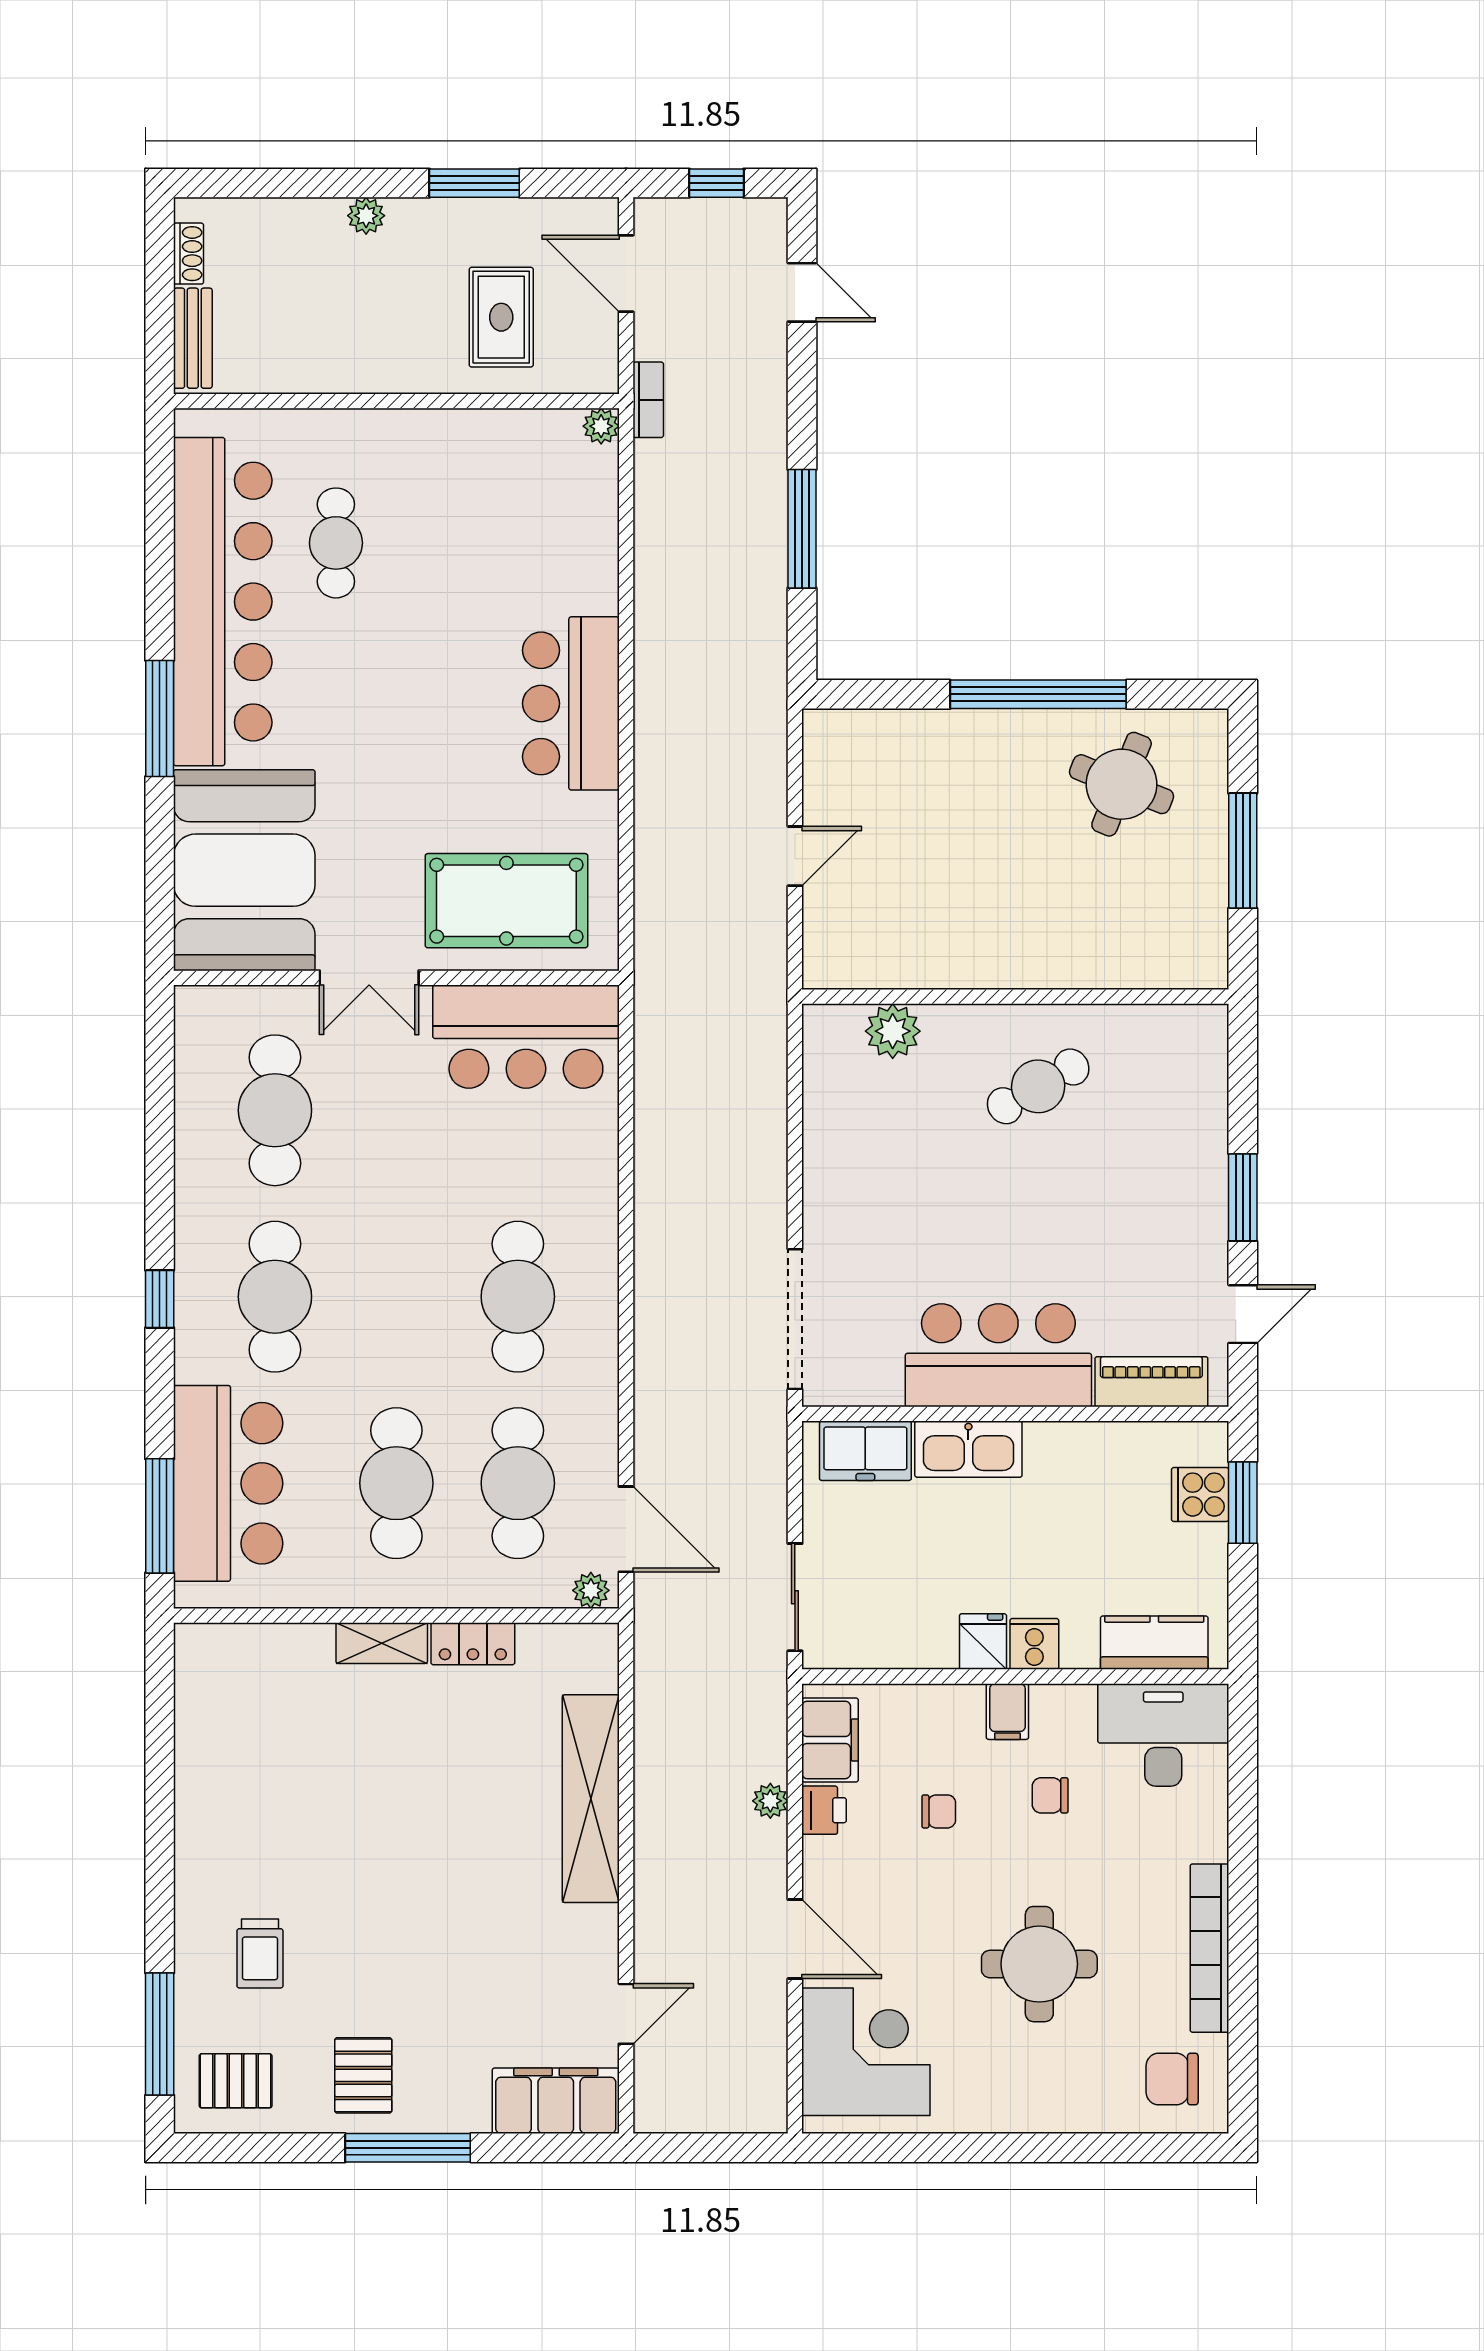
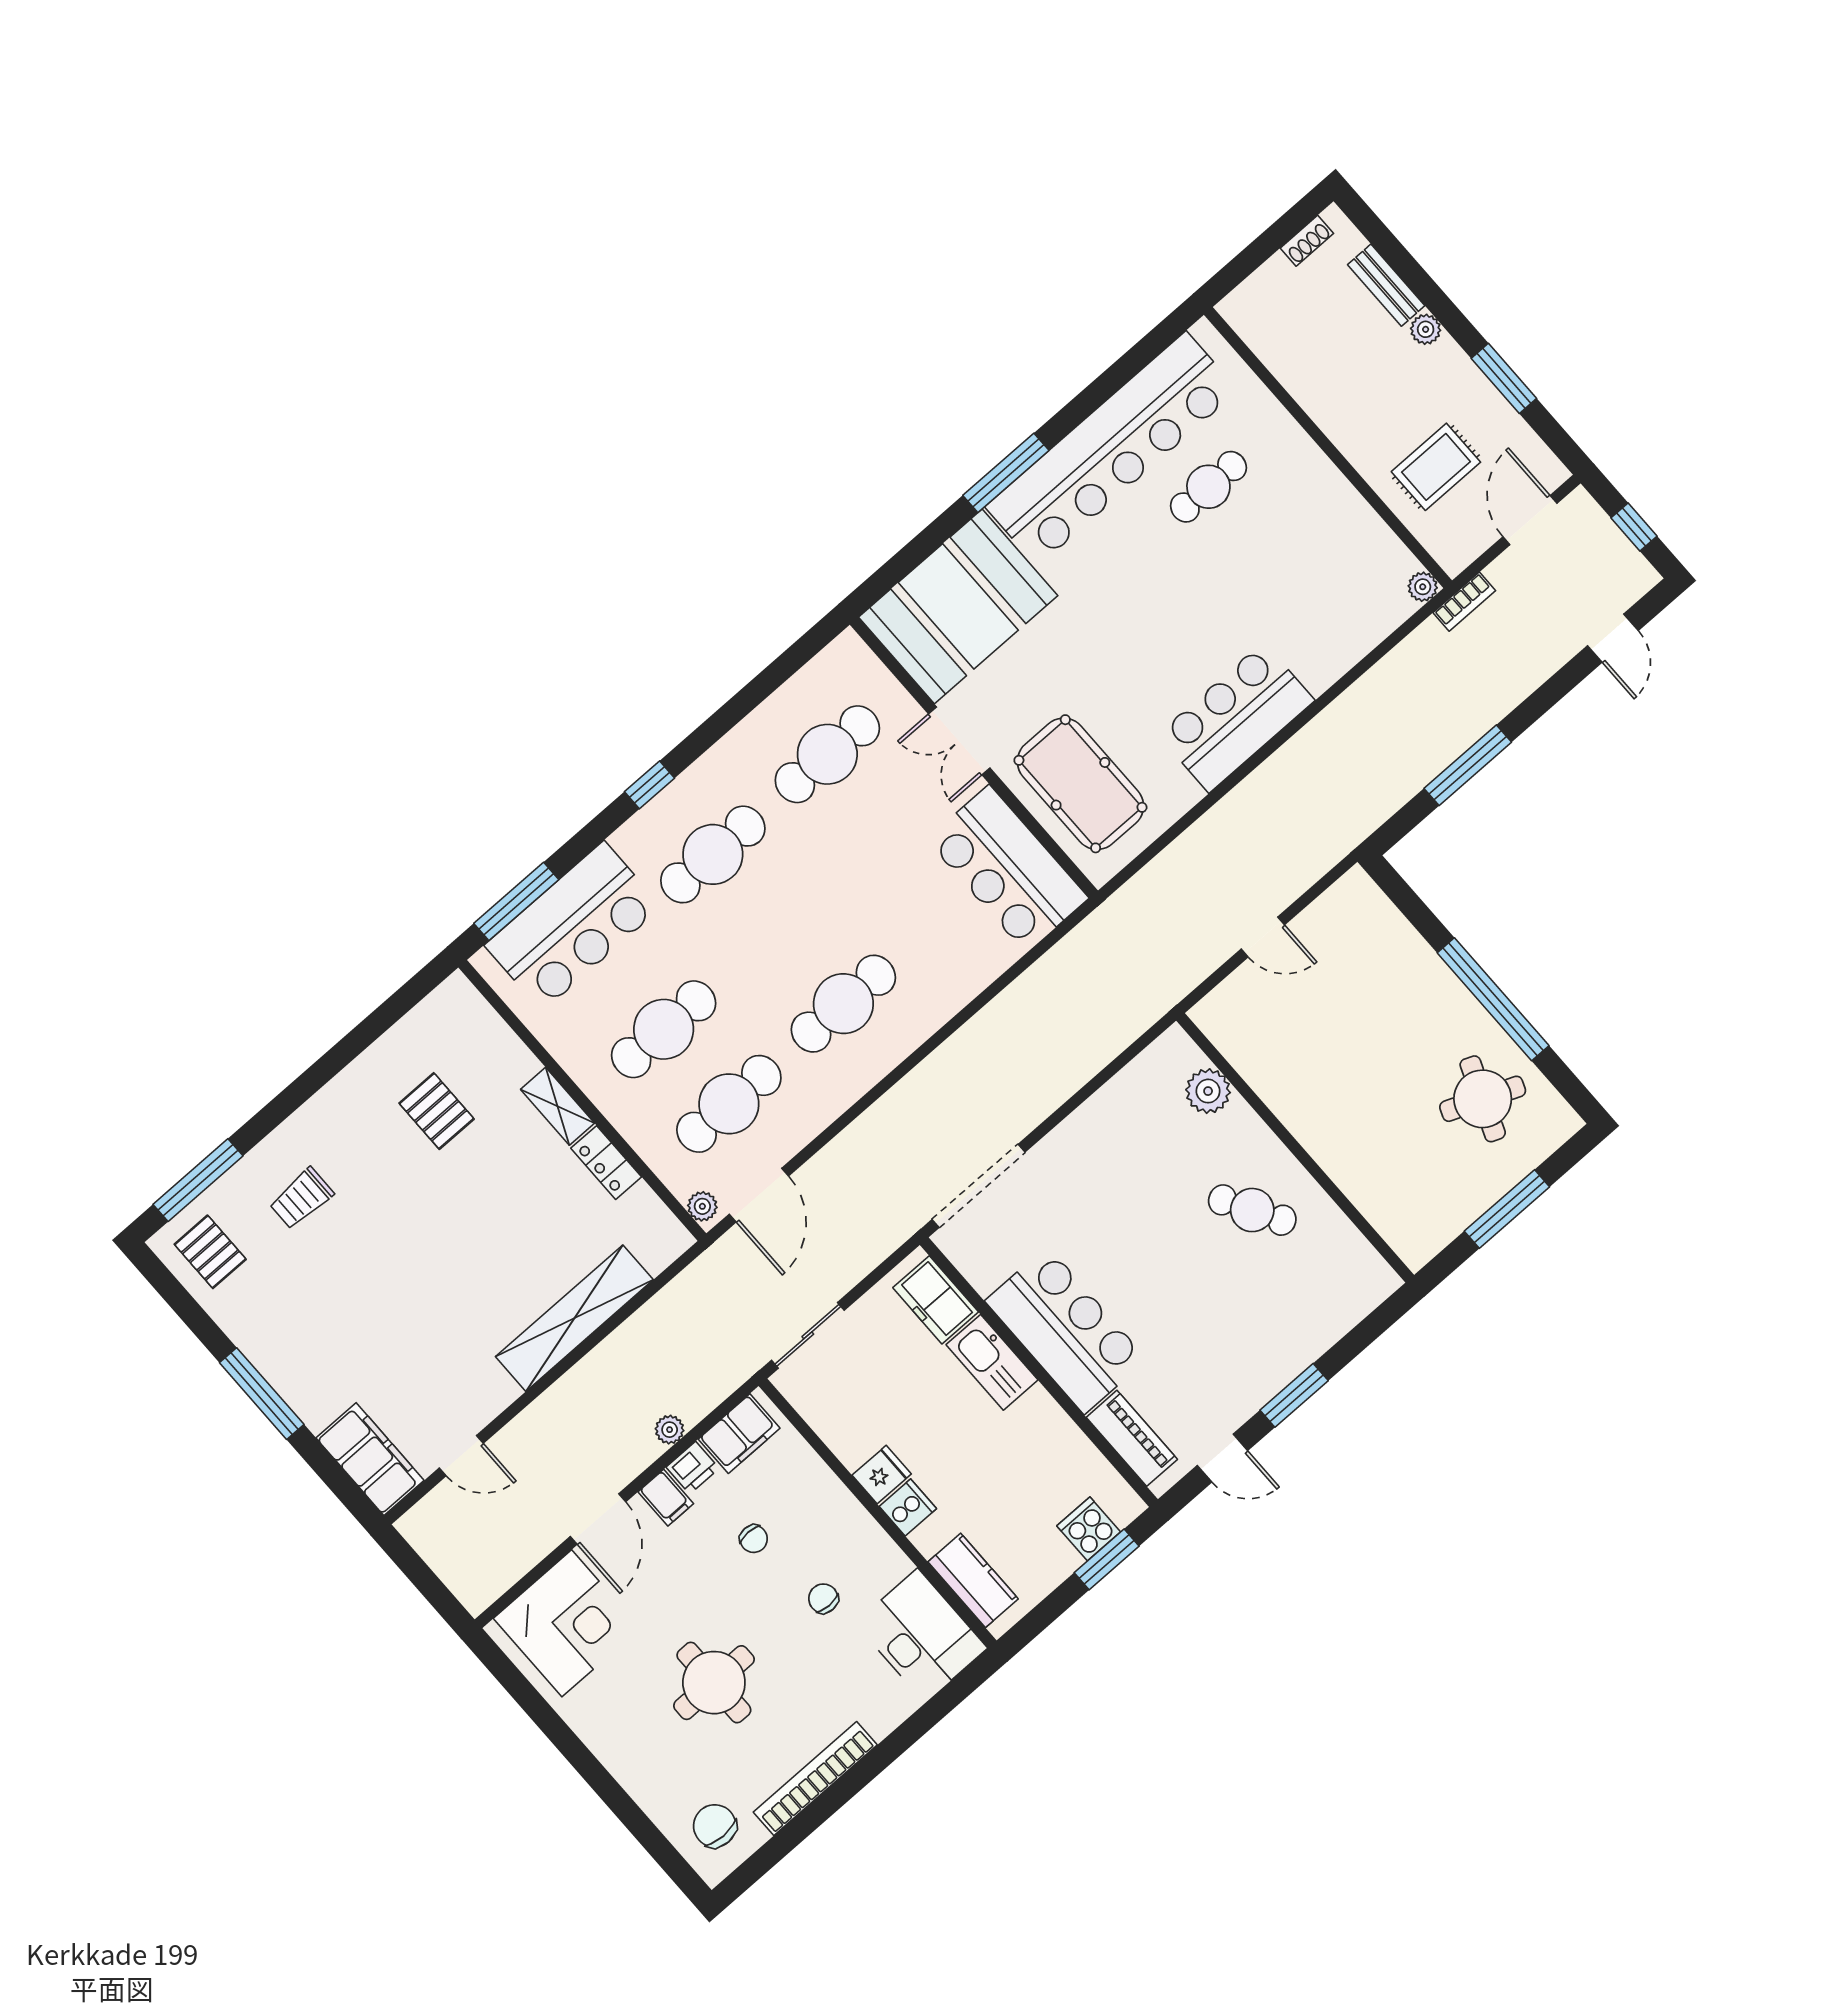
bench: (193, 338) -> (1386, 285), moved, turned 90
filing cabinet: (1007, 1712) -> (666, 1498), moved, turned -90
pallet: (363, 2075) -> (437, 1111), moved, turned 90

